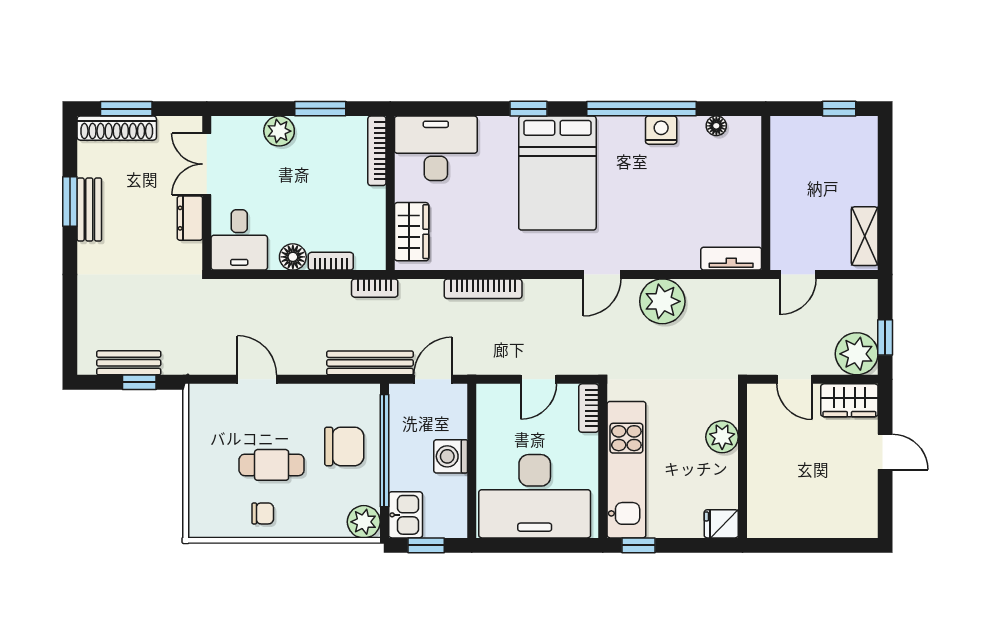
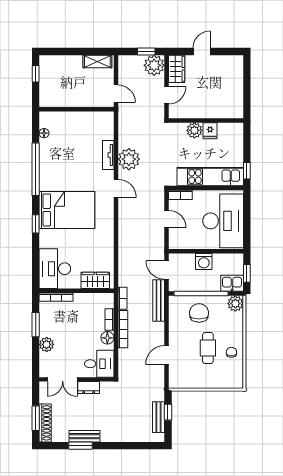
nightstand: (661, 130) -> (46, 160), removed
tv unit: (731, 259) -> (108, 155), moved
bookcase: (483, 289) -> (123, 329), moved
fridge: (721, 524) -> (210, 131), moved

